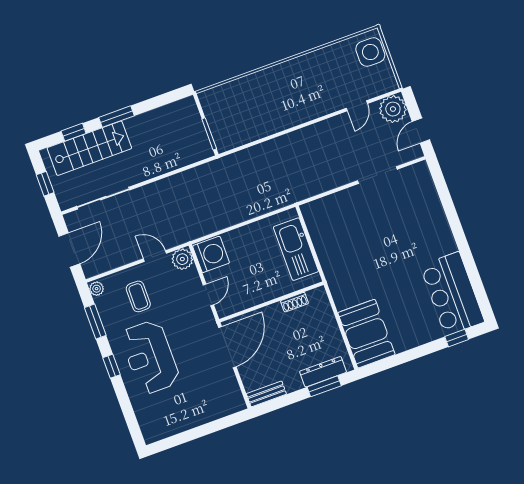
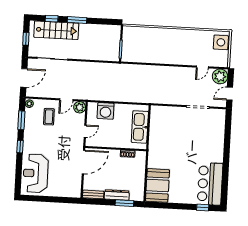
washing machine: (211, 254) -> (106, 111), moved, turned 90
door: (155, 256) -> (66, 100), swing flipped
reception desk: (150, 357) -> (36, 173), moved
dresser: (323, 372) -> (117, 195), moved

